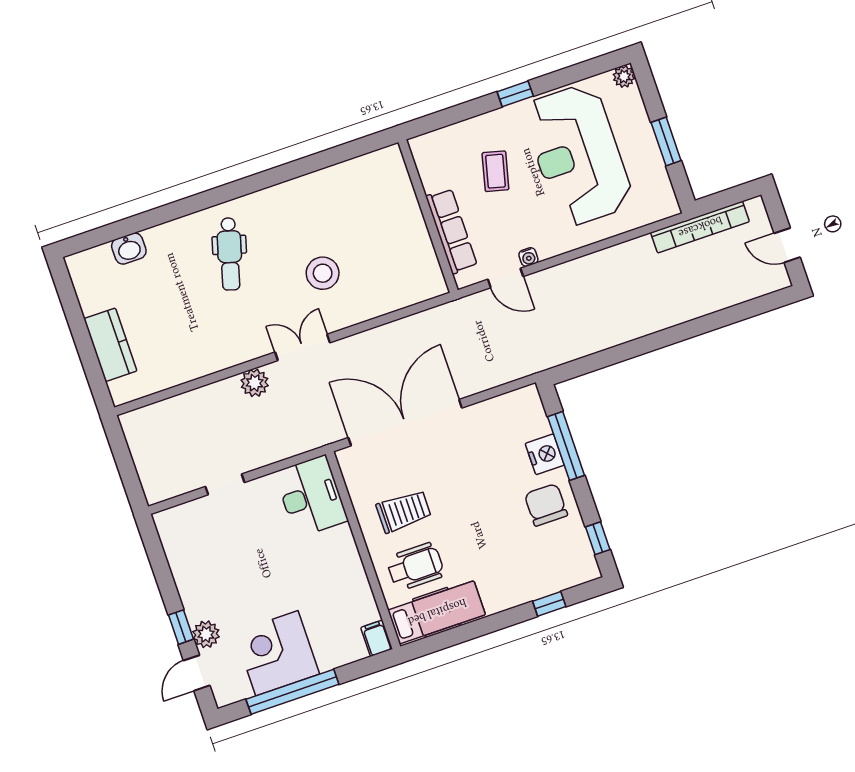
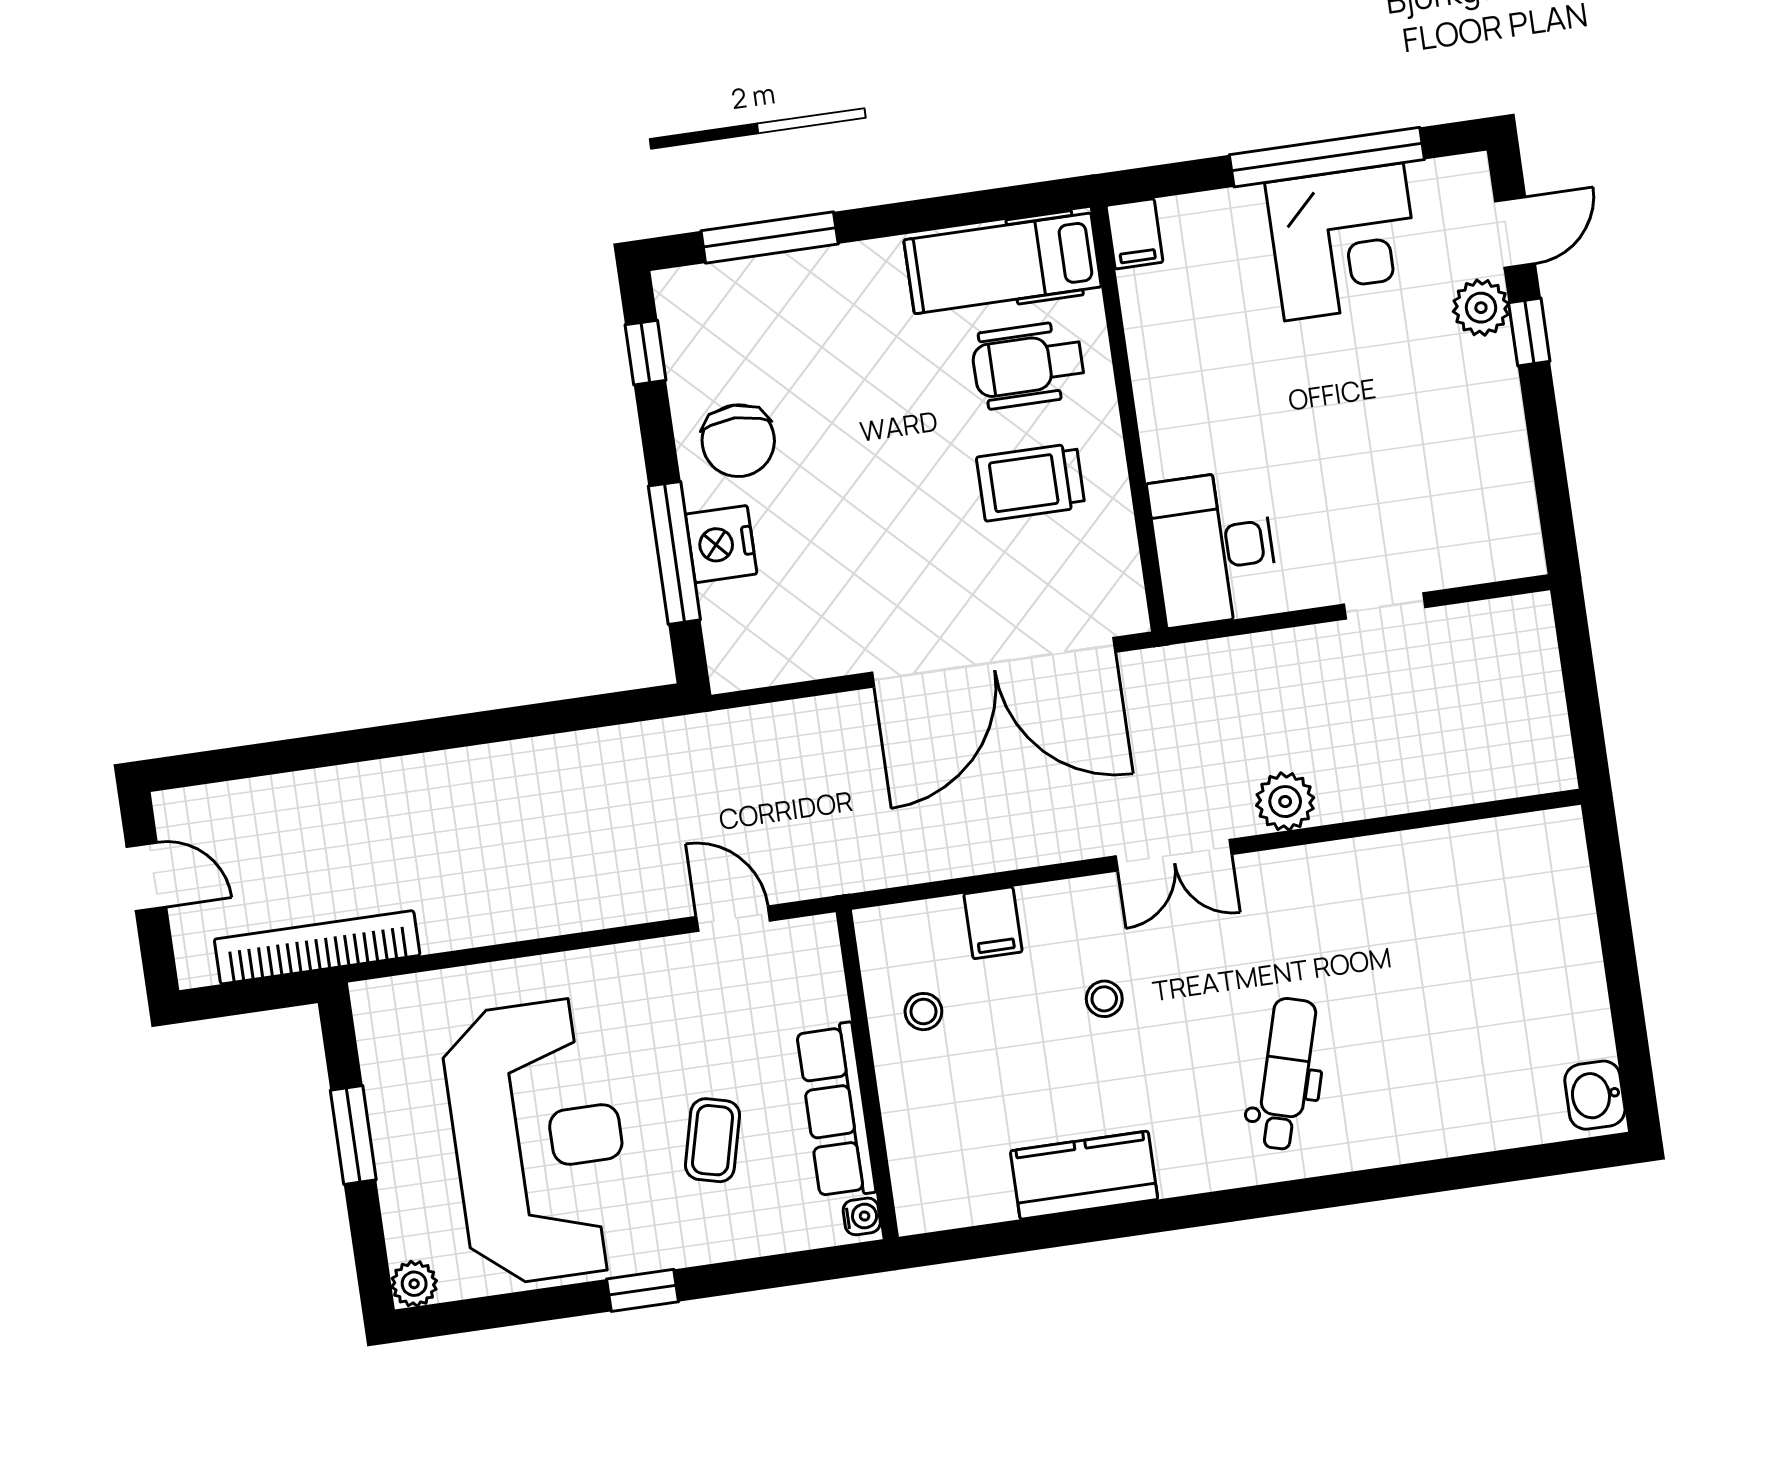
row of seats: (452, 231) -> (836, 1111), moved
washbasin: (129, 249) -> (1595, 1095), moved, turned -90
stool: (407, 251) -> (923, 1012), added
water cooler: (528, 257) -> (862, 1216), moved, turned 90
stool: (323, 273) -> (1104, 999), width x0.53, depth x0.53
filing cabinet: (382, 299) -> (993, 923), added
kitchen counter: (110, 345) -> (1084, 1175), moved, turned 90
window: (549, 604) -> (770, 237), width x2.17

